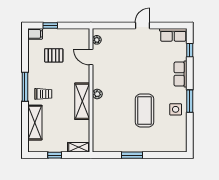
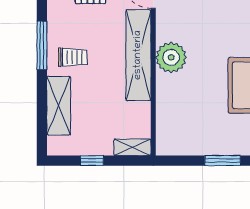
plant: (97, 94) -> (171, 57), width x1.87, depth x1.87
shelving: (82, 101) -> (138, 55), width x1.47

